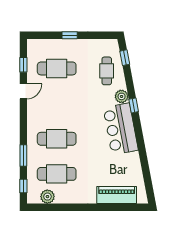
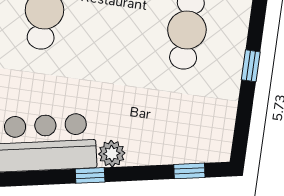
cafe table: (107, 71) -> (168, 131), removed

